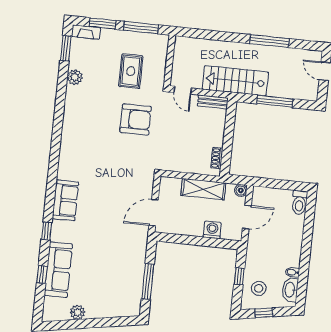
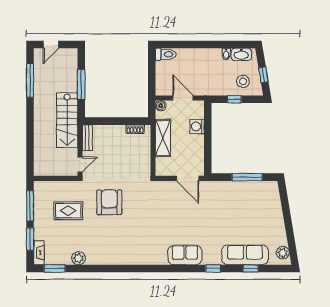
window: (269, 41) -> (30, 80), moved
plant: (78, 312) -> (283, 253), moved

